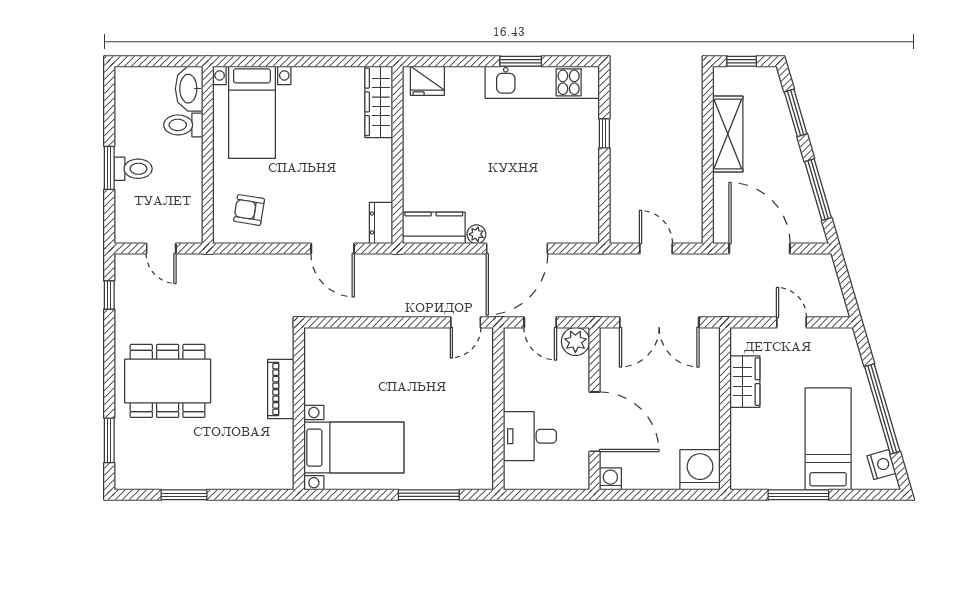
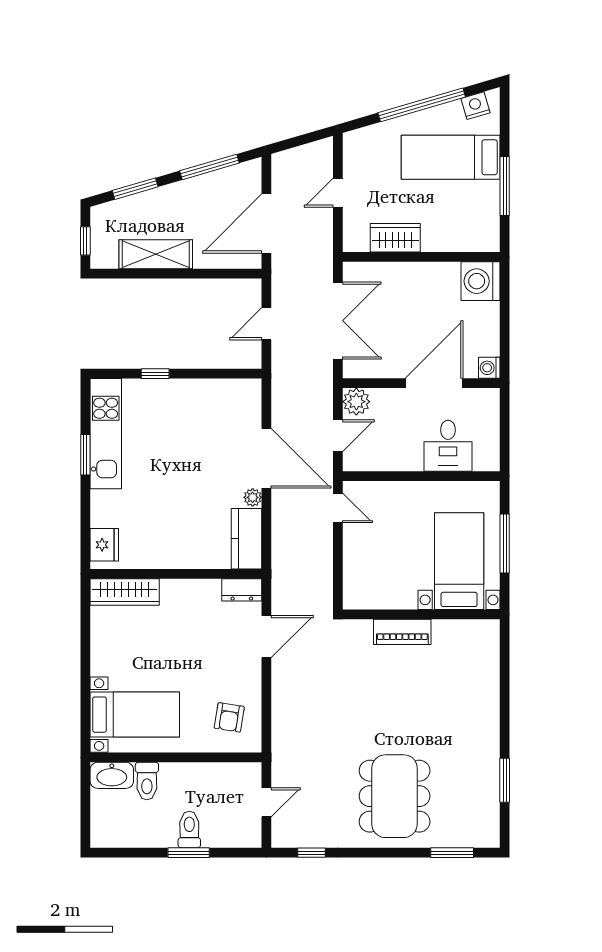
piano: (281, 389) -> (402, 632), moved
wall: (299, 409) -> (421, 614), moved
bed with nightstands: (354, 448) -> (459, 561), moved

